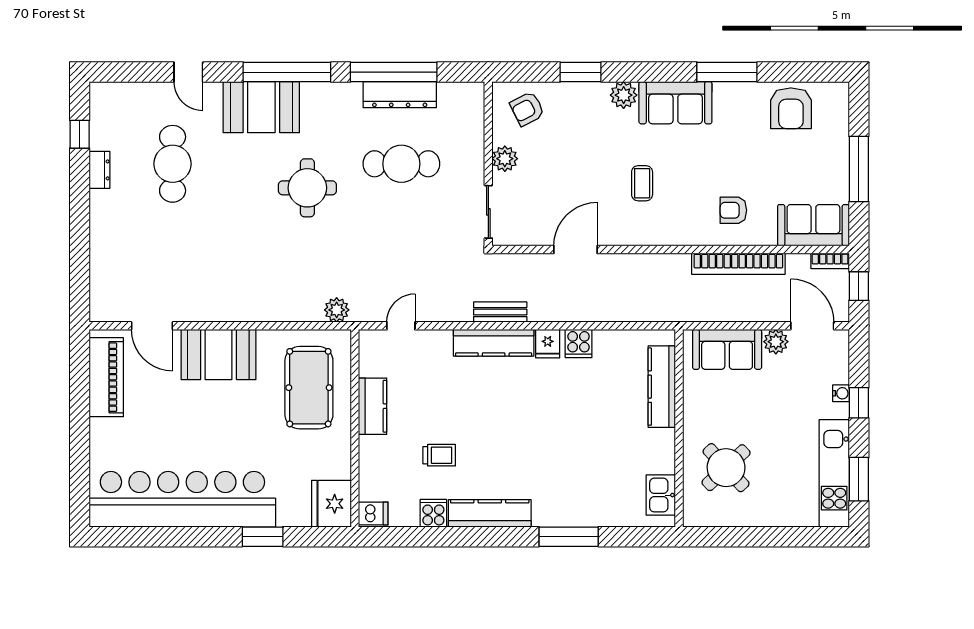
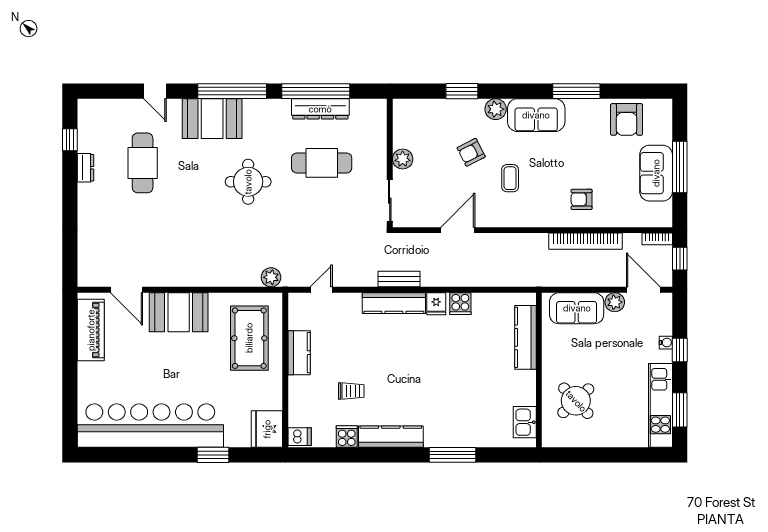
armchair: (527, 109) -> (471, 152), moved
sofa: (813, 225) -> (656, 173), moved, turned -90

